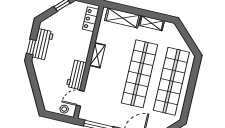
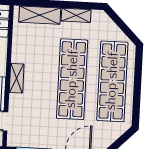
shelving: (97, 55) -> (17, 78), moved

